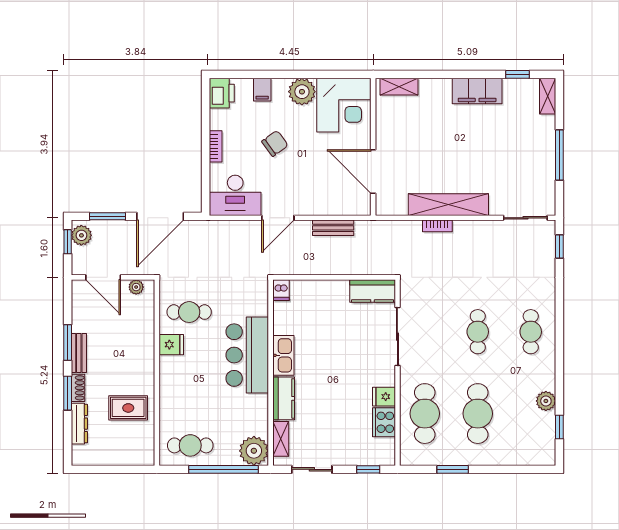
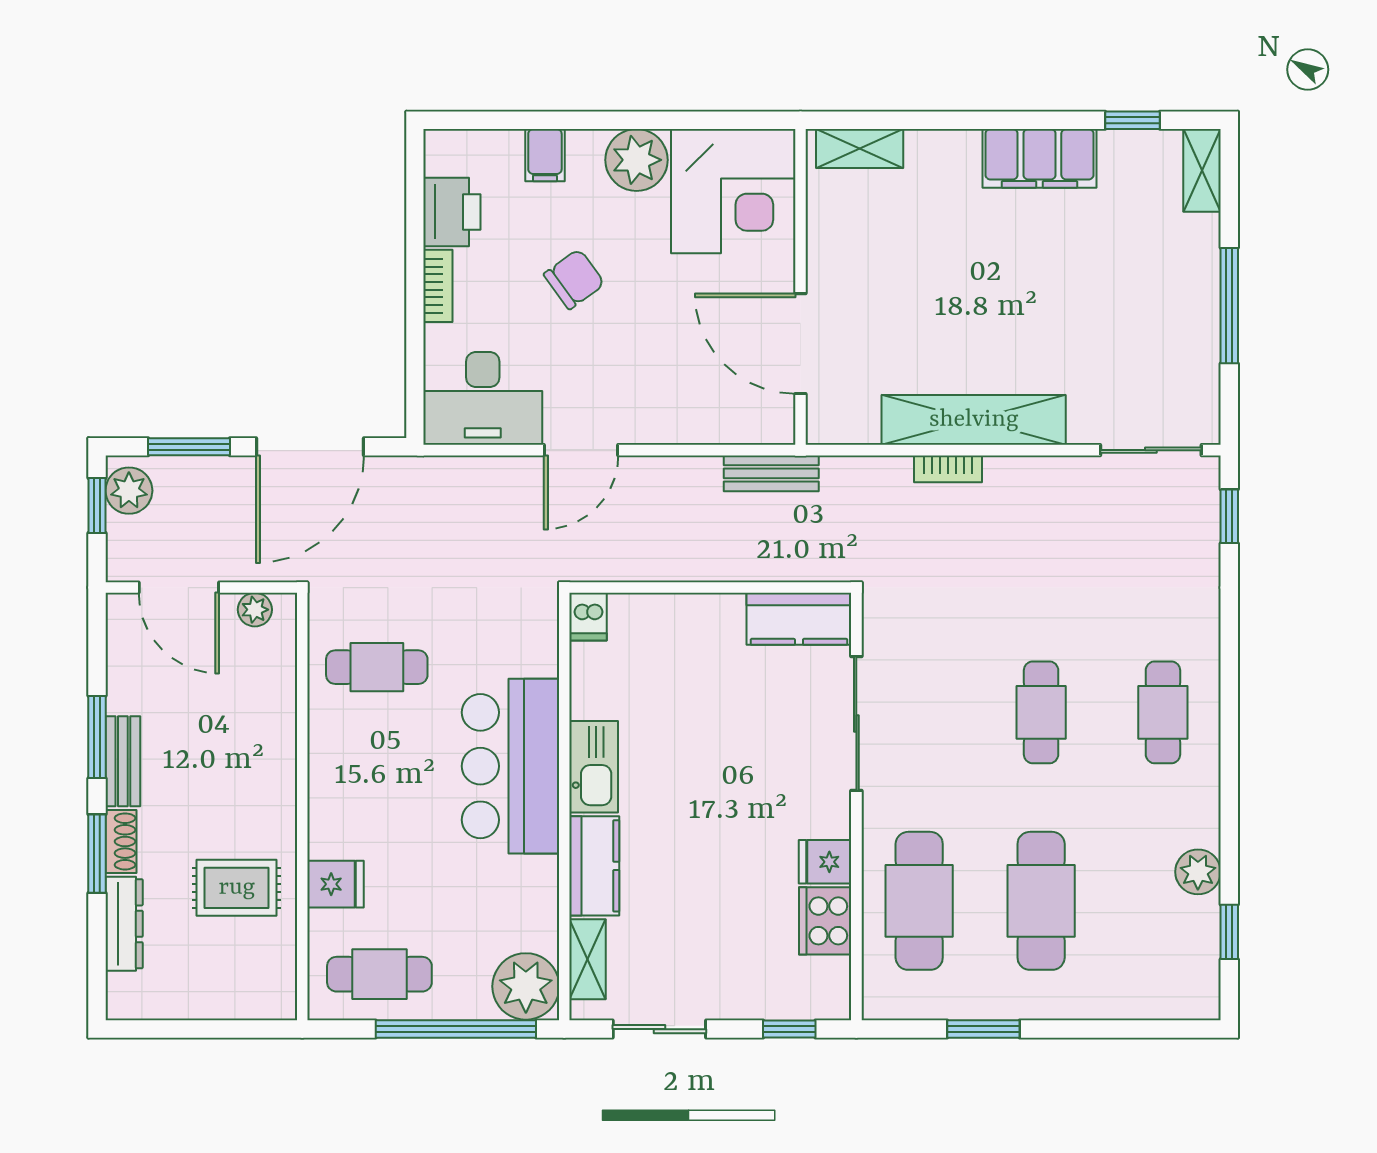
printer: (222, 93) -> (452, 212), moved
bench: (333, 228) -> (771, 473), moved
fridge: (171, 345) -> (336, 884), moved

